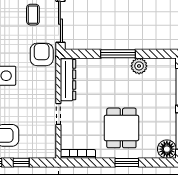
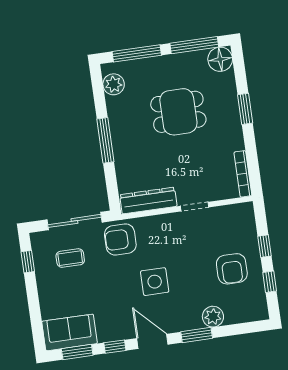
plant: (139, 66) -> (114, 84), moved
dining table: (121, 128) -> (178, 112), moved

